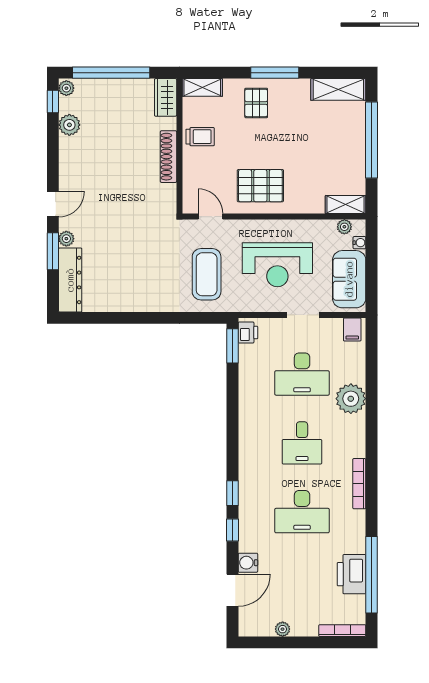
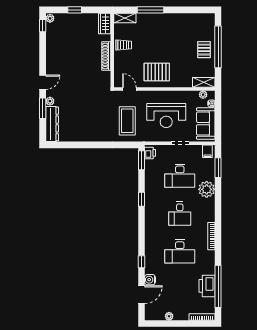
window: (111, 73) -> (75, 10), width x0.32
window: (275, 73) -> (151, 10), moved
shelving: (338, 89) -> (200, 19), removed
pallet: (256, 103) -> (204, 50), moved
plant: (69, 125) -> (52, 39), removed
window: (372, 359) -> (218, 168), added
window: (233, 493) -> (141, 199), moved

